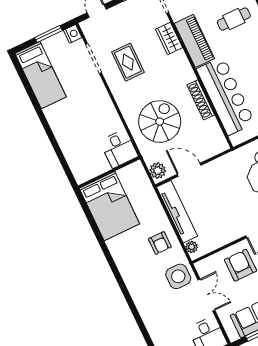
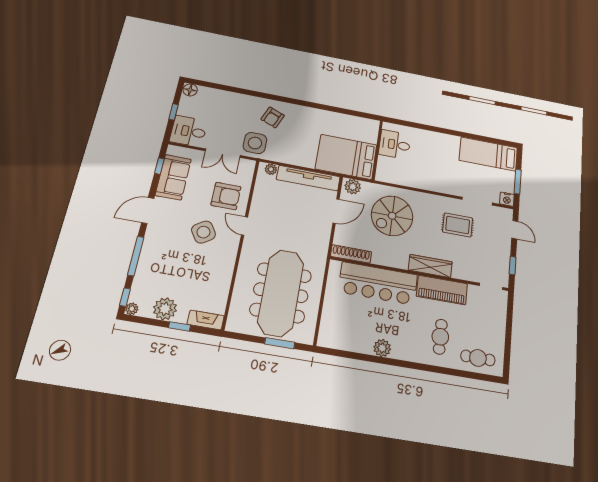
wardrobe: (169, 38) -> (430, 266), moved, width x1.50
shoe rack: (201, 100) -> (351, 254), moved
spiral stairs: (160, 122) -> (392, 216), turned 90
desk: (119, 149) -> (395, 144), moved
bed: (109, 206) -> (346, 157), moved
armchair: (160, 243) -> (273, 117), moved, turned -68

